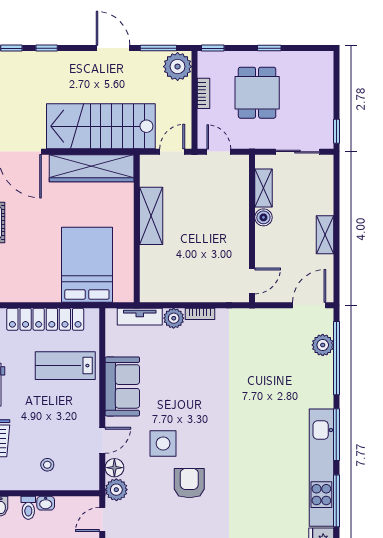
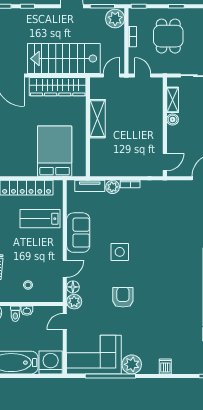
side table: (163, 443) -> (120, 252), moved

